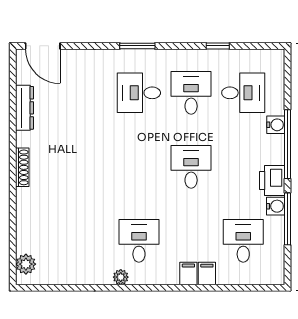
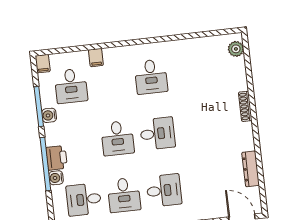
shoe rack: (22, 167) -> (245, 106), moved
desk: (139, 167) -> (157, 134), added
printer: (272, 180) -> (57, 158), moved
filing cabinet: (188, 273) -> (43, 64), moved
plant: (121, 277) -> (162, 47), removed

